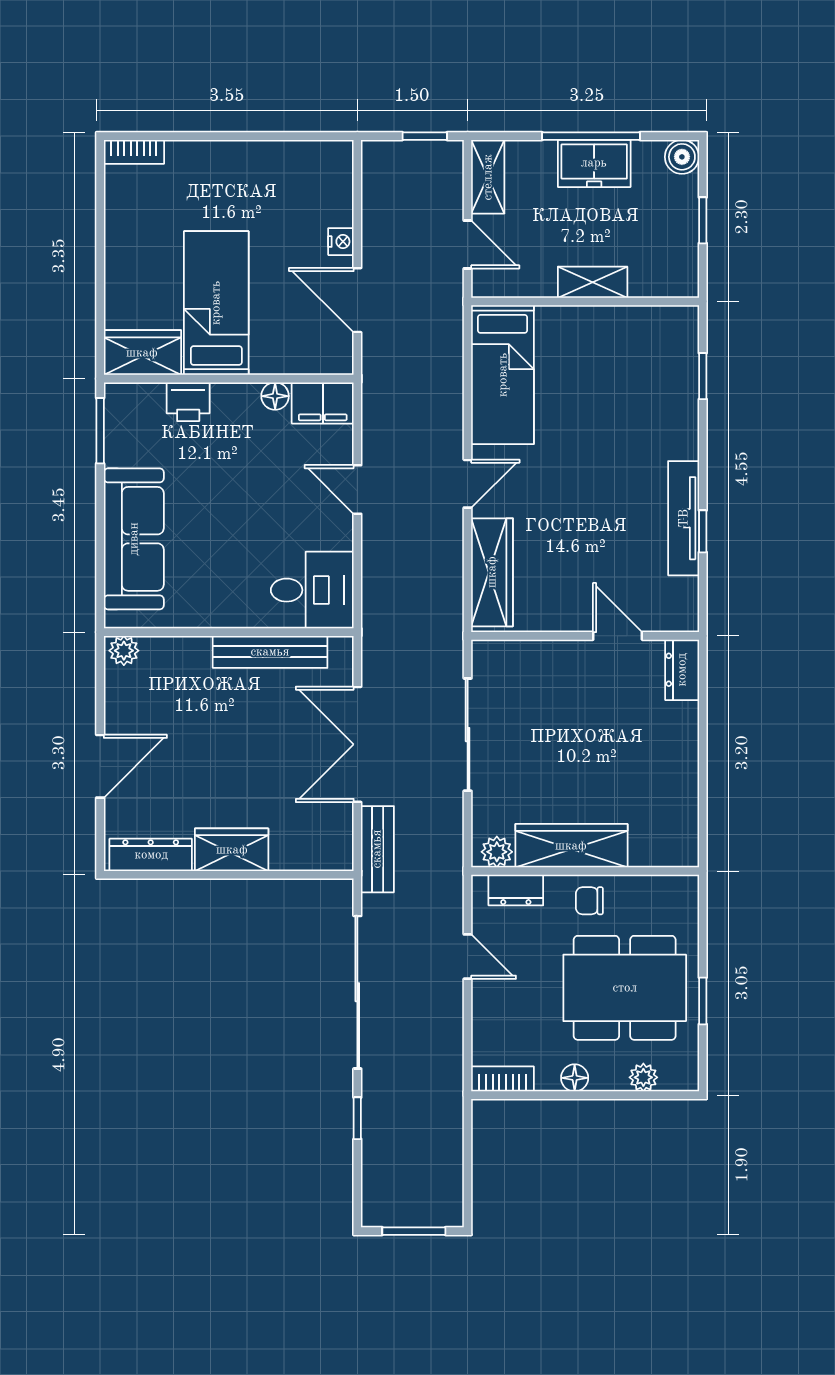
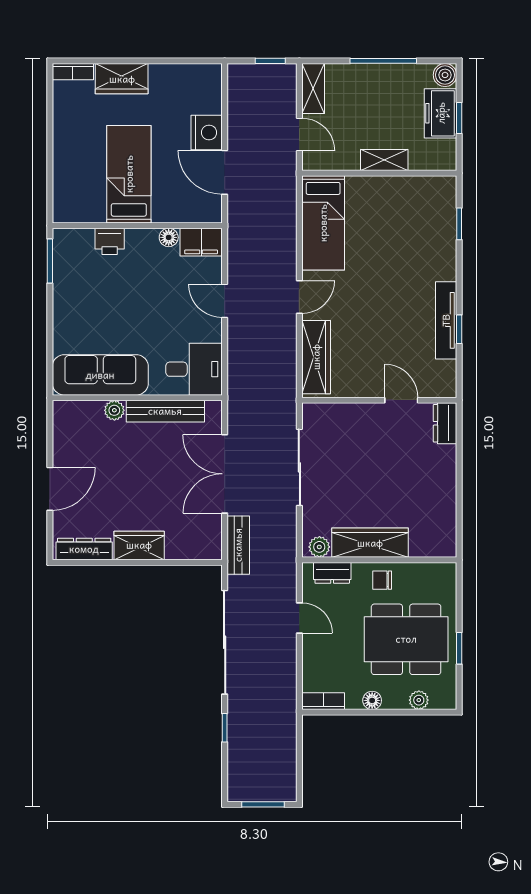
freezer: (594, 163) -> (441, 113), moved, turned 90
nightstand: (341, 242) -> (207, 132), width x1.89, depth x1.79
wardrobe: (142, 353) -> (122, 79), moved, turned 180
sofa: (134, 539) -> (100, 375), moved, turned -90
plant: (124, 651) -> (114, 410), moved

